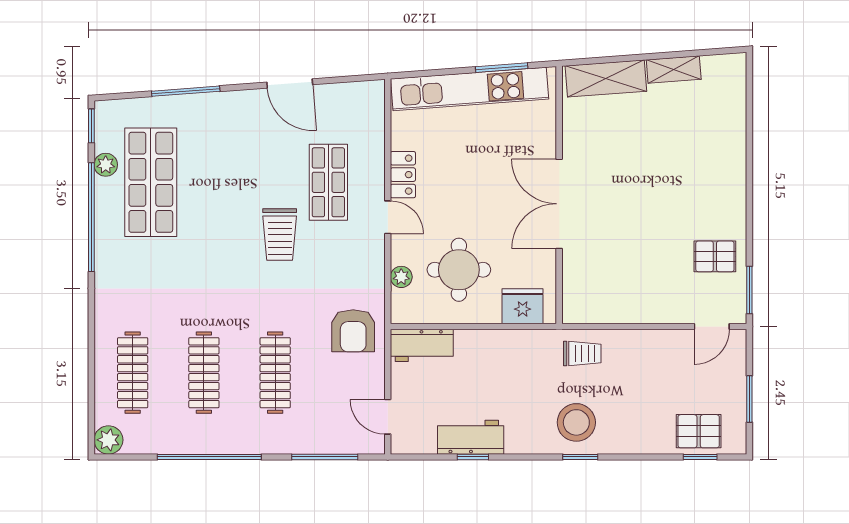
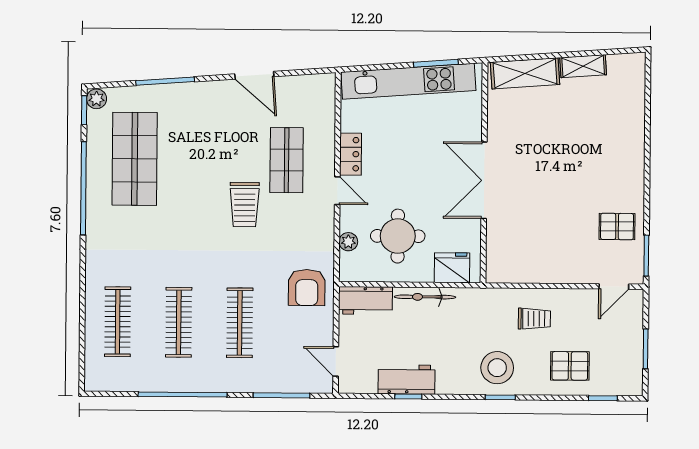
plant: (106, 165) -> (97, 99), moved
bicycle: (491, 341) -> (425, 297), added
trolley: (582, 353) -> (534, 319), moved
pallet: (699, 431) -> (570, 366), moved
plant: (108, 440) -> (96, 379), removed

